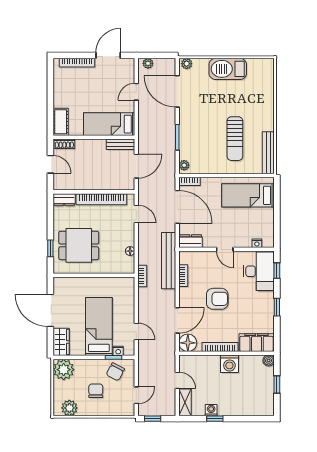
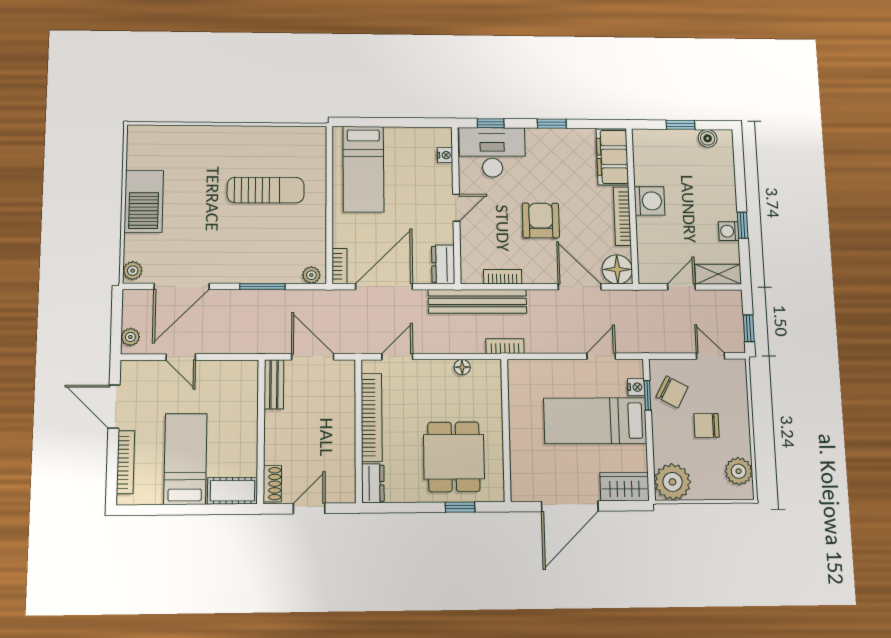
bed: (109, 124) -> (185, 459), moved, turned 180
bench: (268, 153) -> (290, 135), removed
boiler: (269, 361) -> (708, 138), moved

